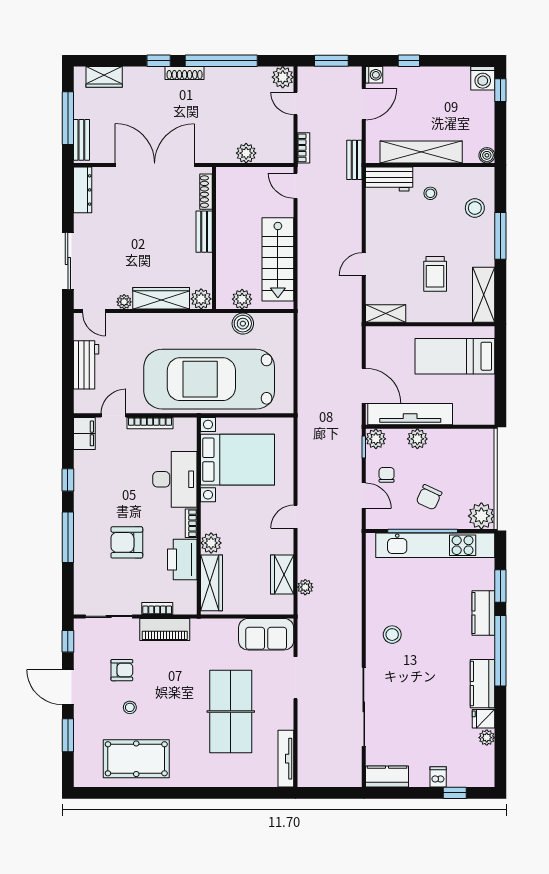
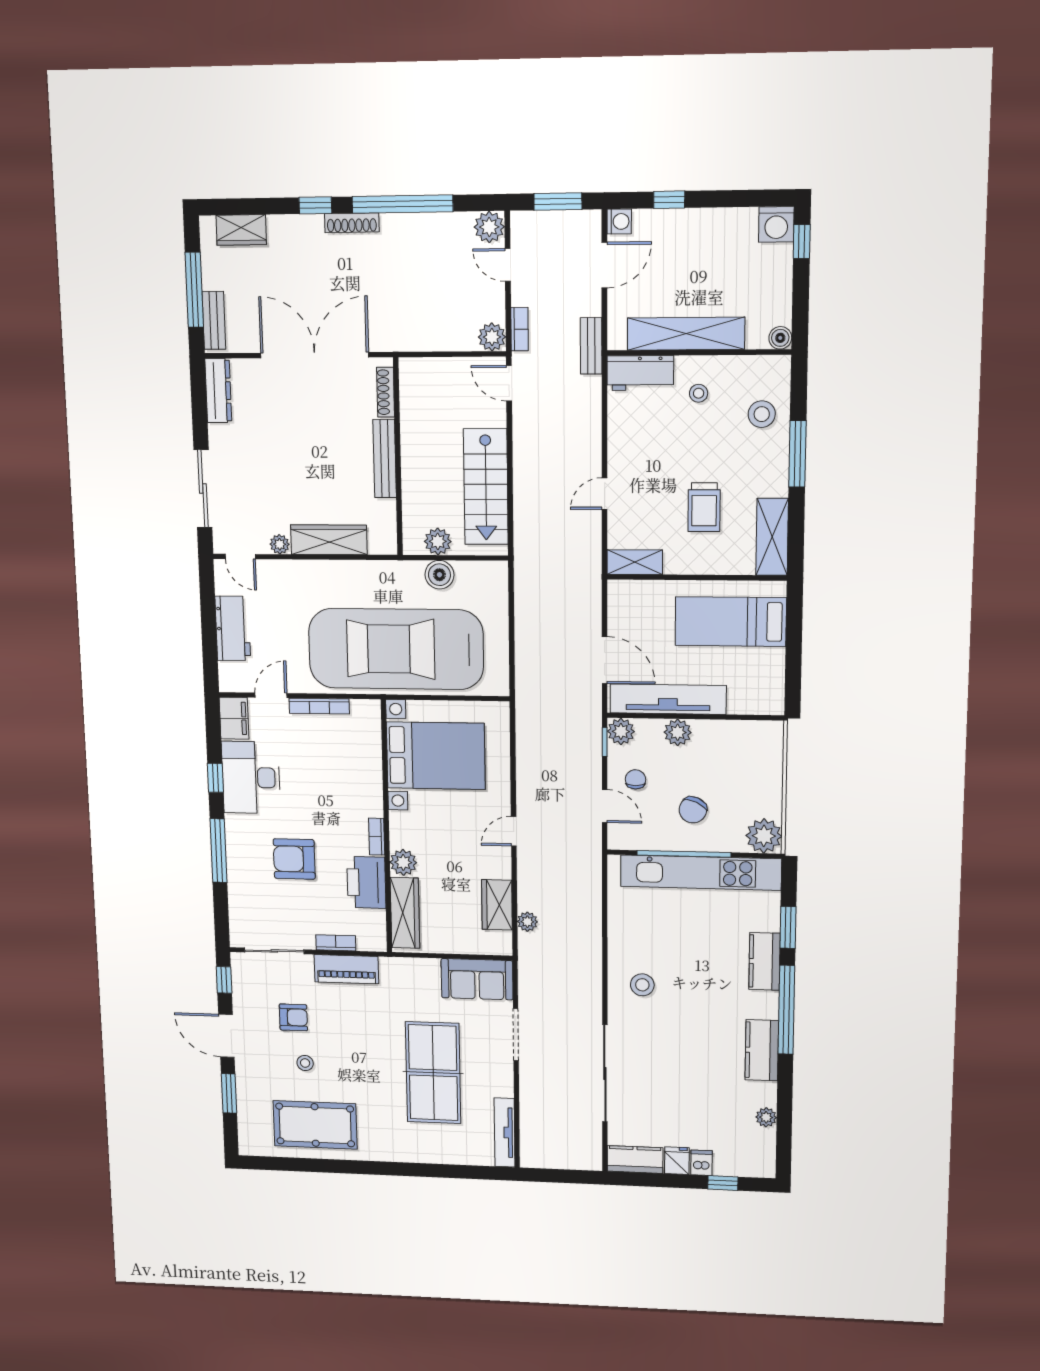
plant: (246, 153) -> (492, 337), moved
bench: (204, 232) -> (385, 459), width x1.36
plant: (201, 299) -> (382, 541), removed
desk: (175, 479) -> (251, 778), moved, turned 180
fridge: (484, 719) -> (677, 1161), moved, turned 90

